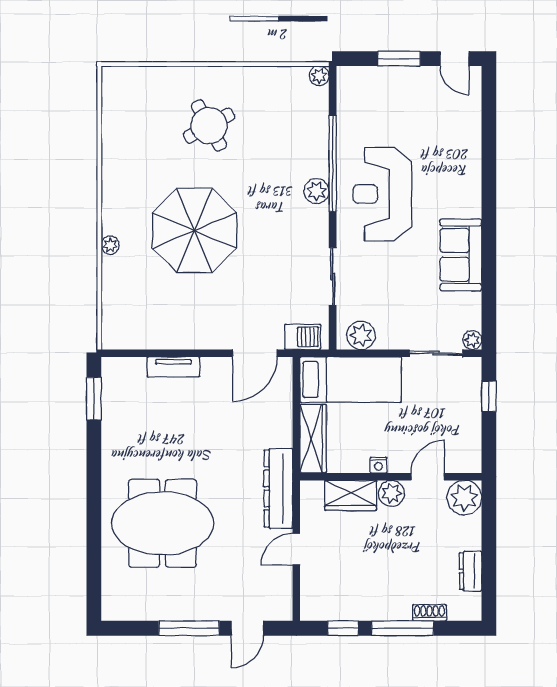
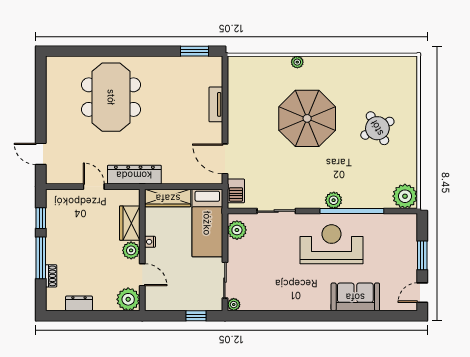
plant: (319, 76) -> (405, 196), width x1.87, depth x1.87
sofa: (461, 255) -> (355, 297), moved
window: (189, 628) -> (41, 115), removed

